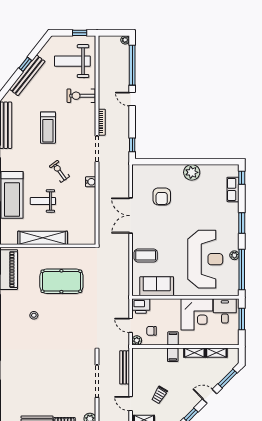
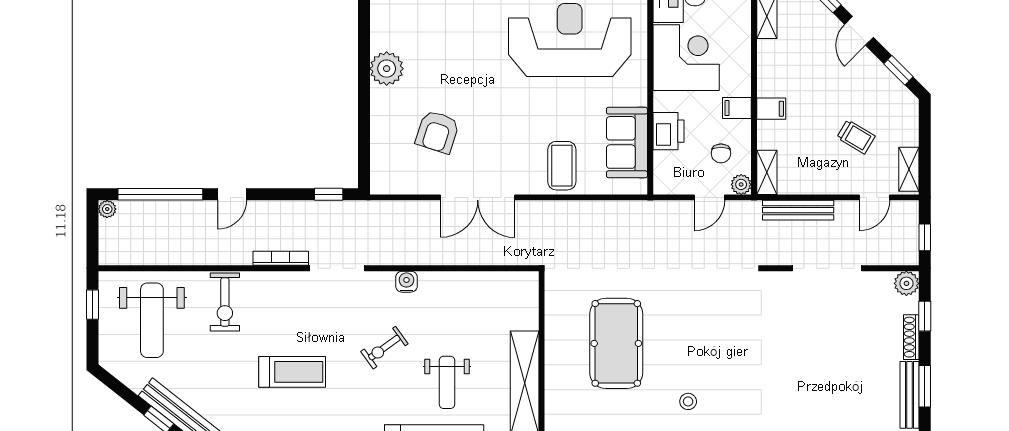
armchair: (162, 196) -> (437, 132), turned 108
printer: (141, 306) -> (668, 131), moved
shelving: (194, 353) -> (767, 172), moved

